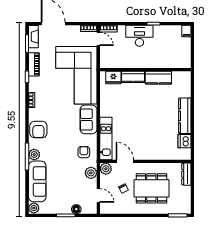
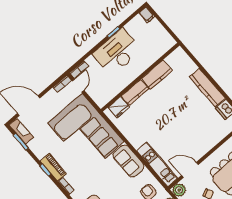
desk: (139, 36) -> (117, 52), width x1.36, depth x1.30
door: (98, 39) -> (78, 86), hinge flipped
piano: (34, 64) -> (53, 167), moved

